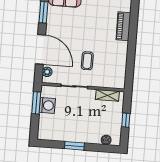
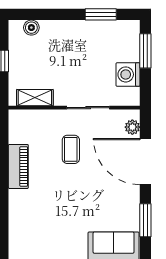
piano: (123, 26) -> (18, 166), moved
window: (36, 103) -> (145, 51), moved
window: (74, 146) -> (101, 14), moved

